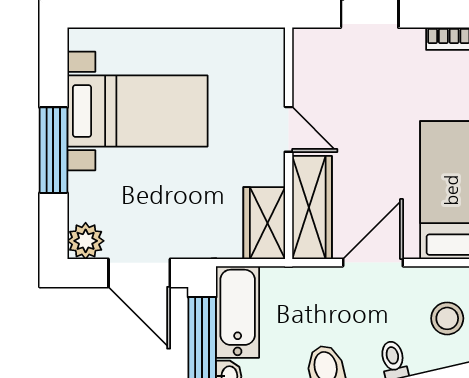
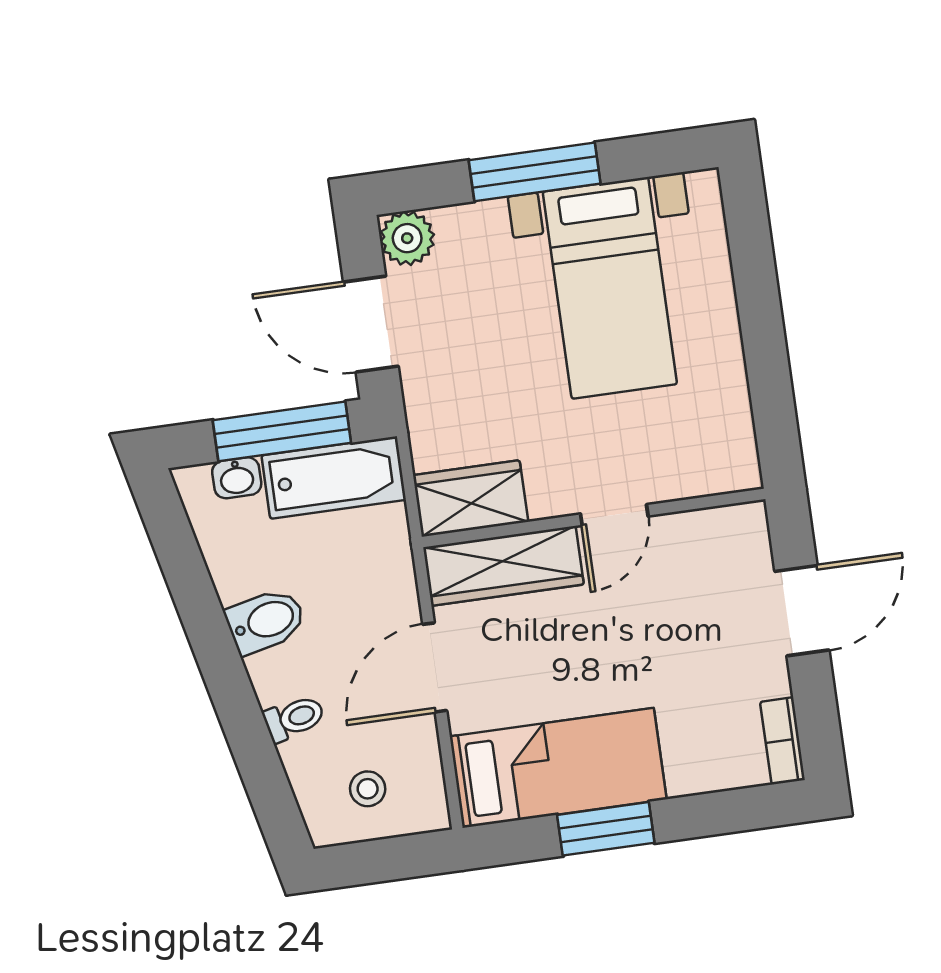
door: (373, 263) -> (435, 667), swing flipped
door: (139, 273) -> (371, 324), hinge flipped
stool: (447, 318) -> (368, 789), width x0.73, depth x0.73

